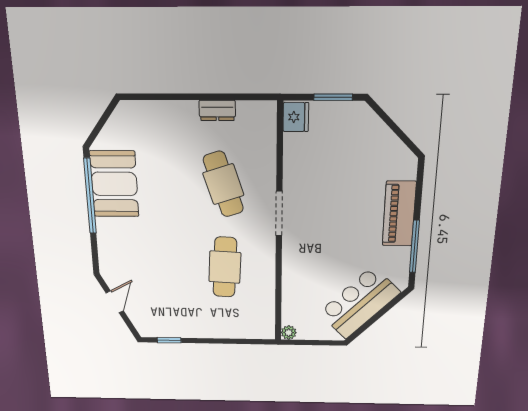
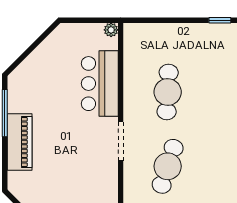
cafe table: (223, 184) -> (168, 166), turned 36
bar counter: (359, 303) -> (100, 84), moved, turned 135

